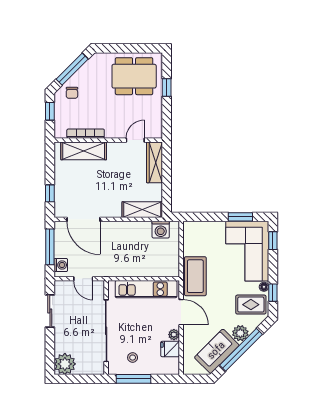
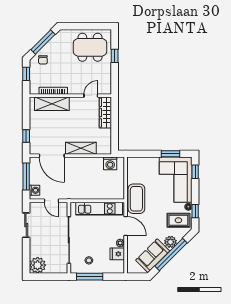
shelving: (142, 210) -> (81, 148), moved

